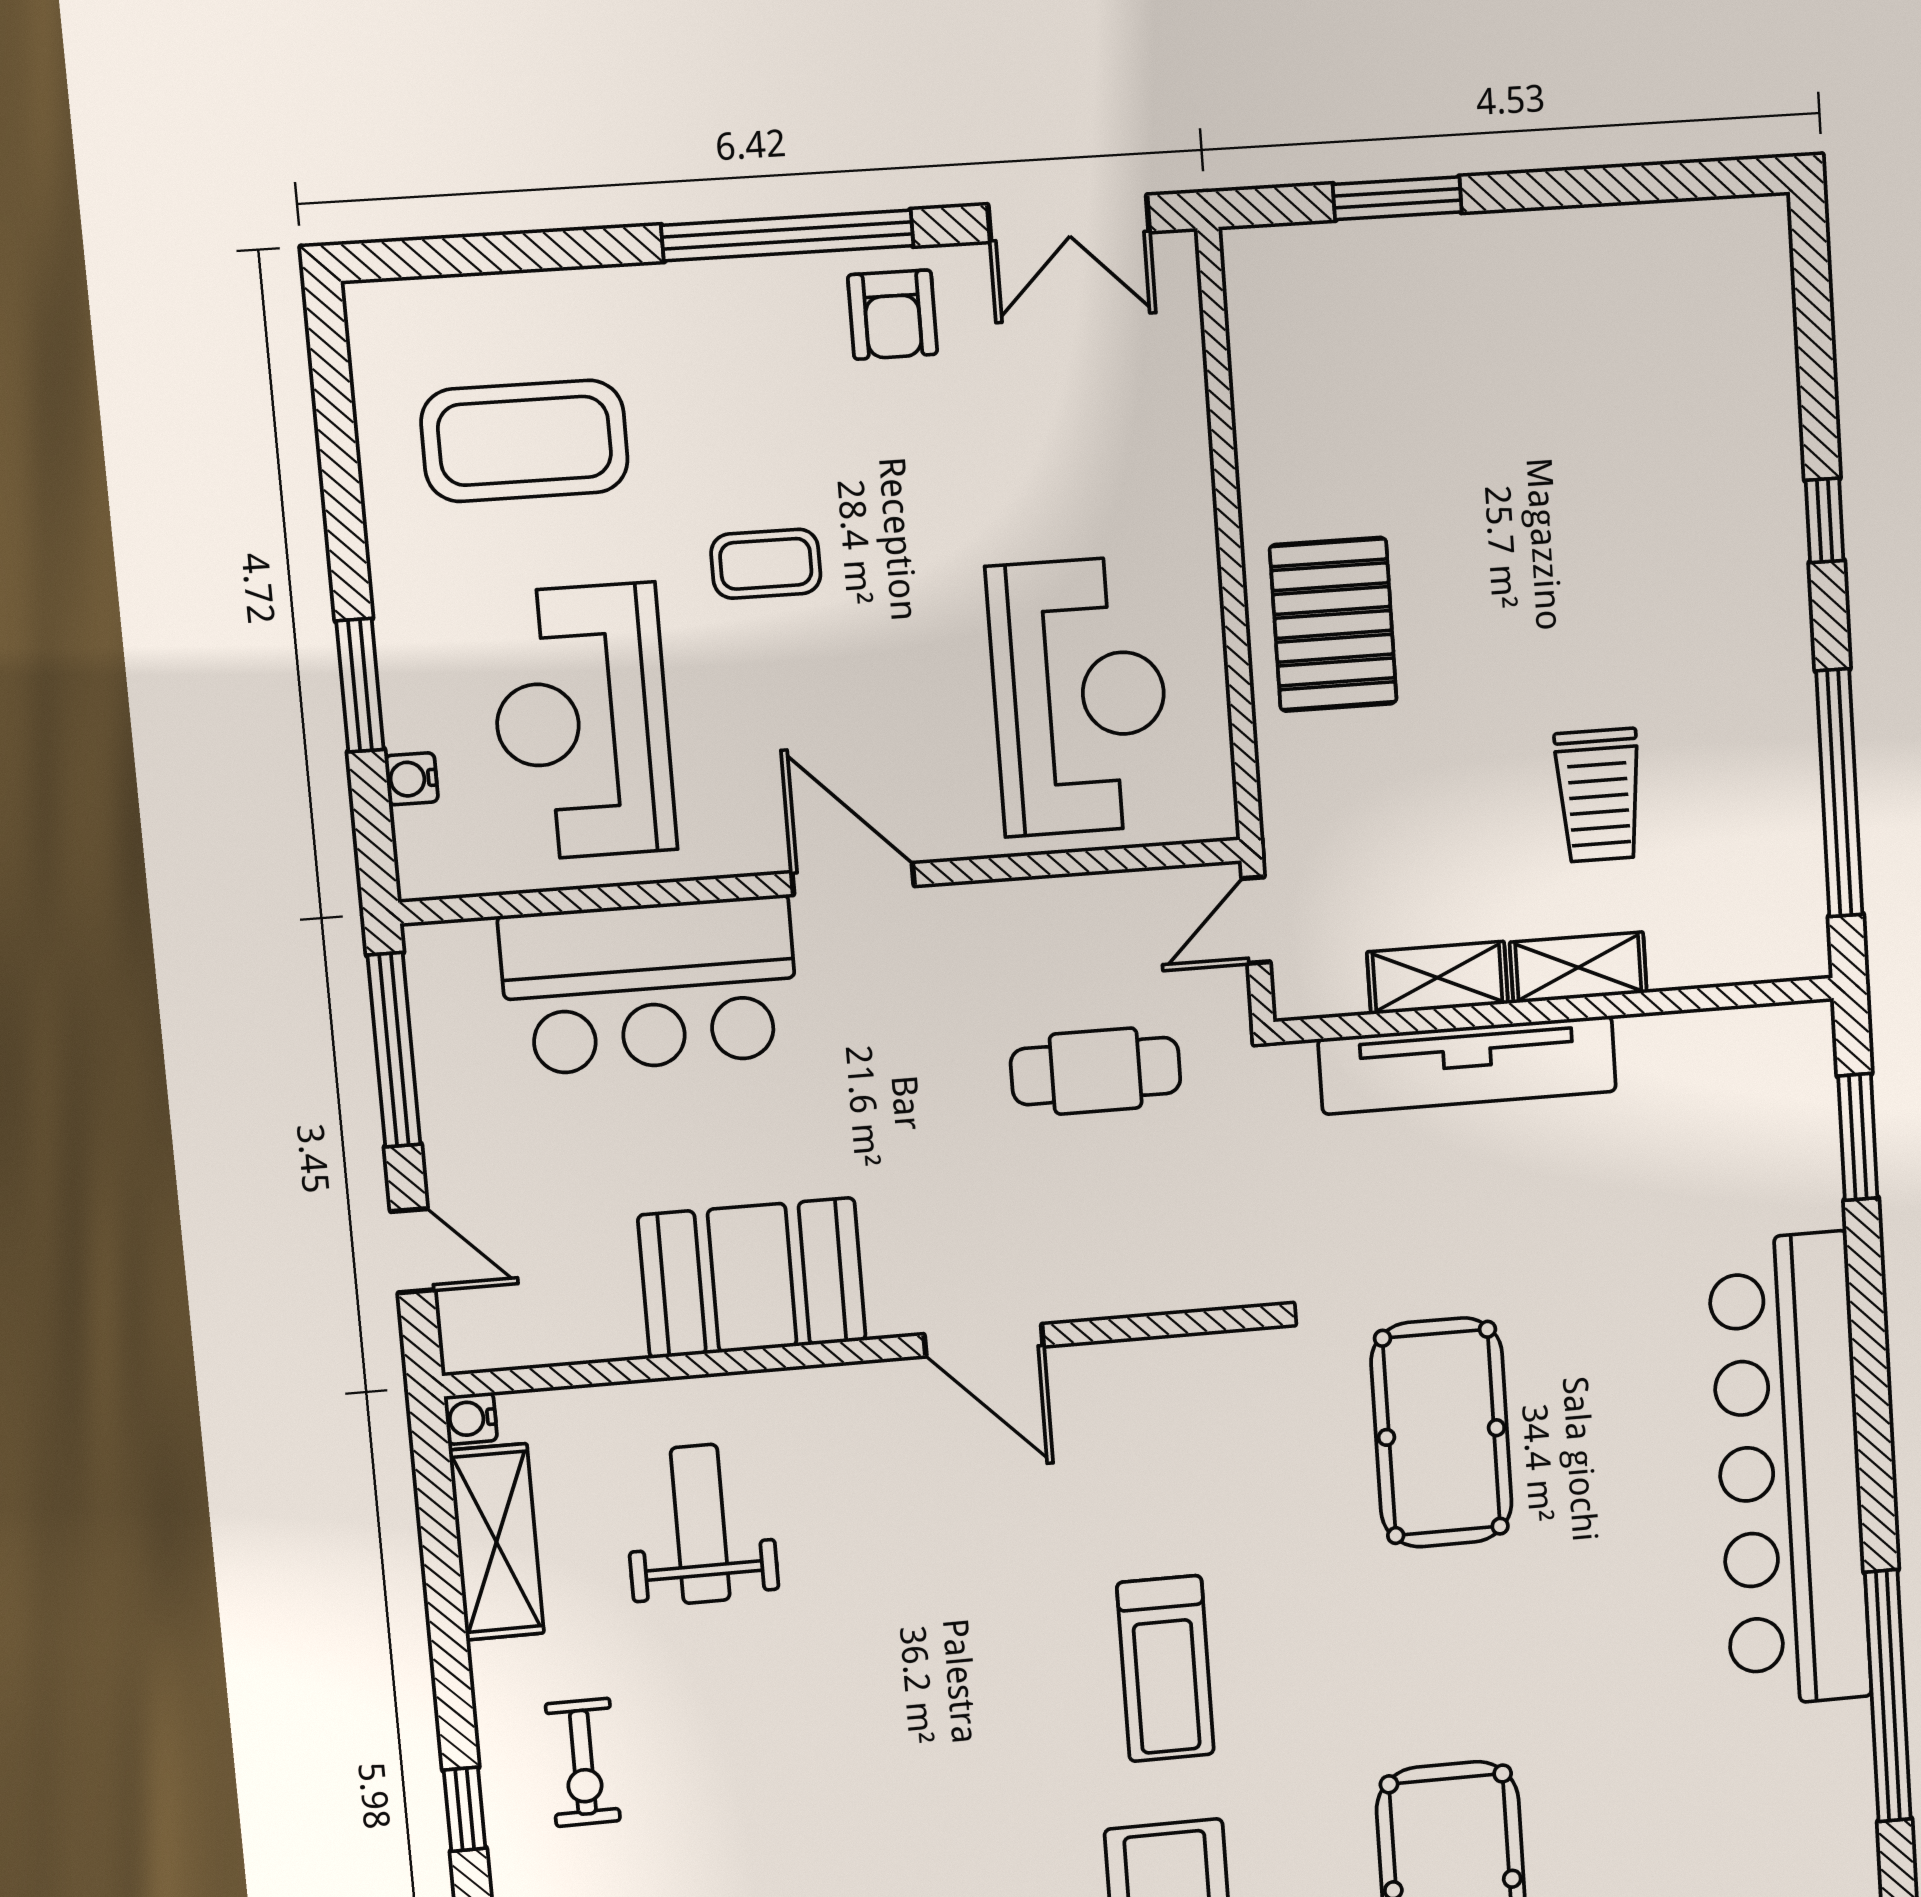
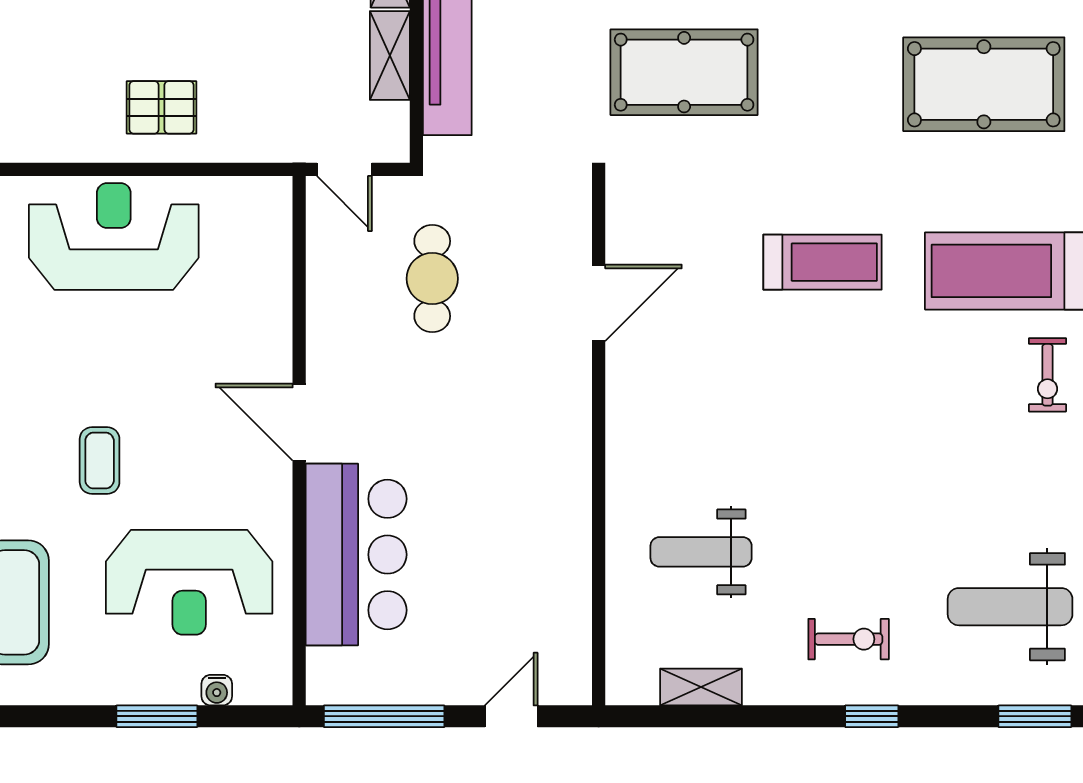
pallet: (1333, 624) -> (162, 107), width x0.67, depth x0.71
reception desk: (1079, 696) -> (114, 236), moved
door: (853, 879) -> (299, 422), hinge flipped
booth: (752, 1278) -> (546, 506), removed
door: (984, 1340) -> (599, 303), moved
water cooler: (471, 1418) -> (621, 690), removed
shelving: (496, 1542) -> (701, 687), width x0.67, depth x0.75

